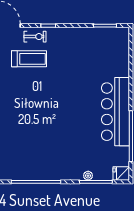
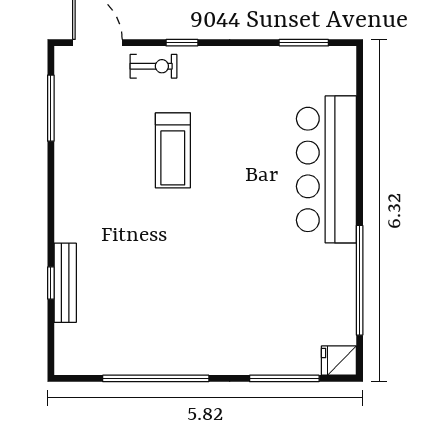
treadmill: (29, 59) -> (173, 150), moved, turned 90
bar counter: (115, 112) -> (326, 169), moved
plant: (88, 176) -> (267, 365), removed

